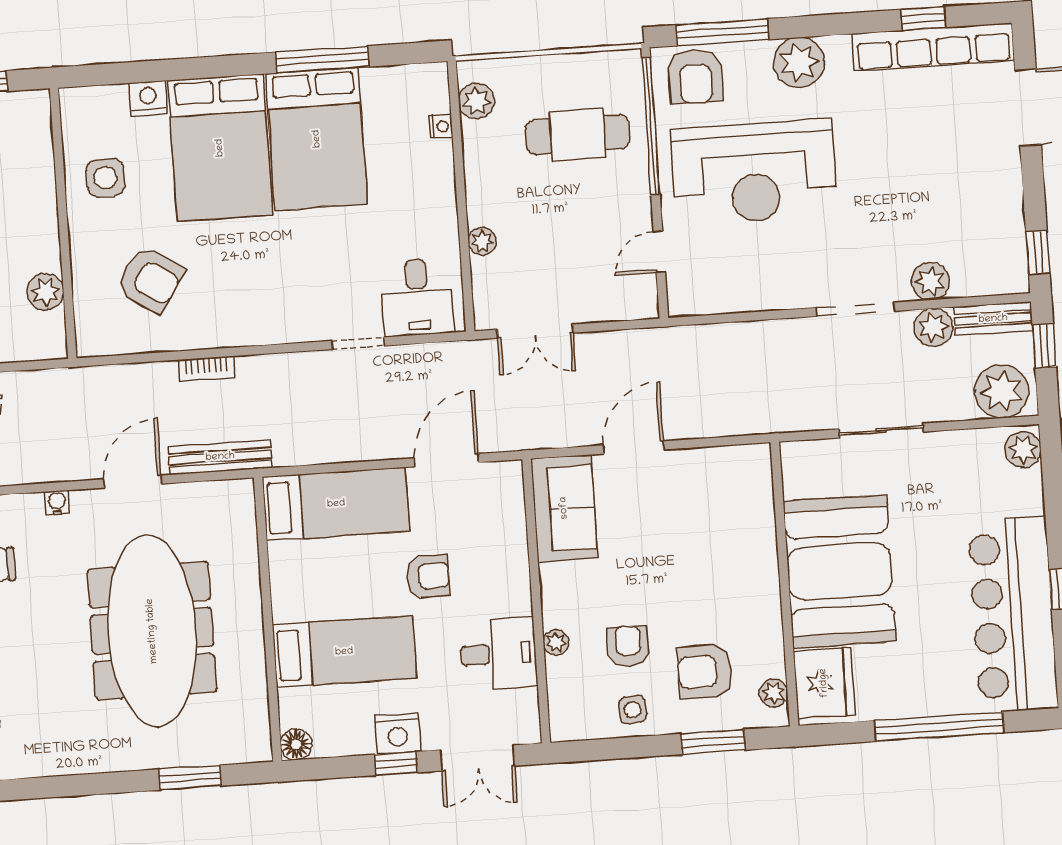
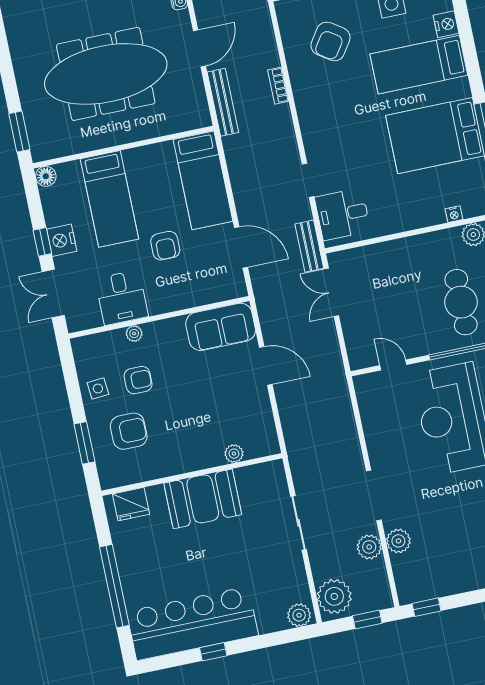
bed: (220, 148) -> (419, 65), width x0.67
plant: (482, 241) -> (384, 251), removed
bench: (993, 319) -> (309, 246), moved
door: (133, 482) -> (199, 48), hinge flipped
booth: (839, 571) -> (203, 499), width x0.73, depth x0.70
armchair: (705, 672) -> (129, 431), turned 90
fridge: (824, 683) -> (131, 504), width x0.73, depth x0.75
plant: (774, 693) -> (234, 454), moved
window: (190, 778) -> (19, 132), moved

